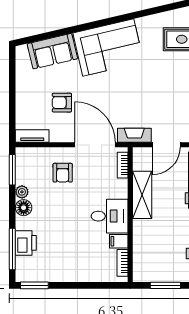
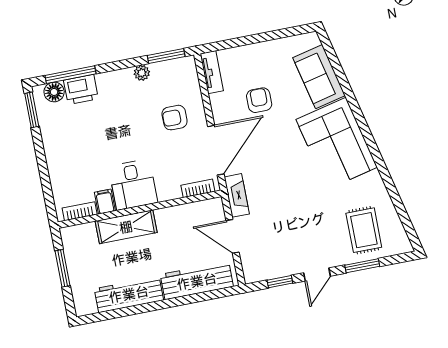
shelving: (142, 195) -> (126, 227), moved
floor lamp: (24, 208) -> (54, 92), moved

